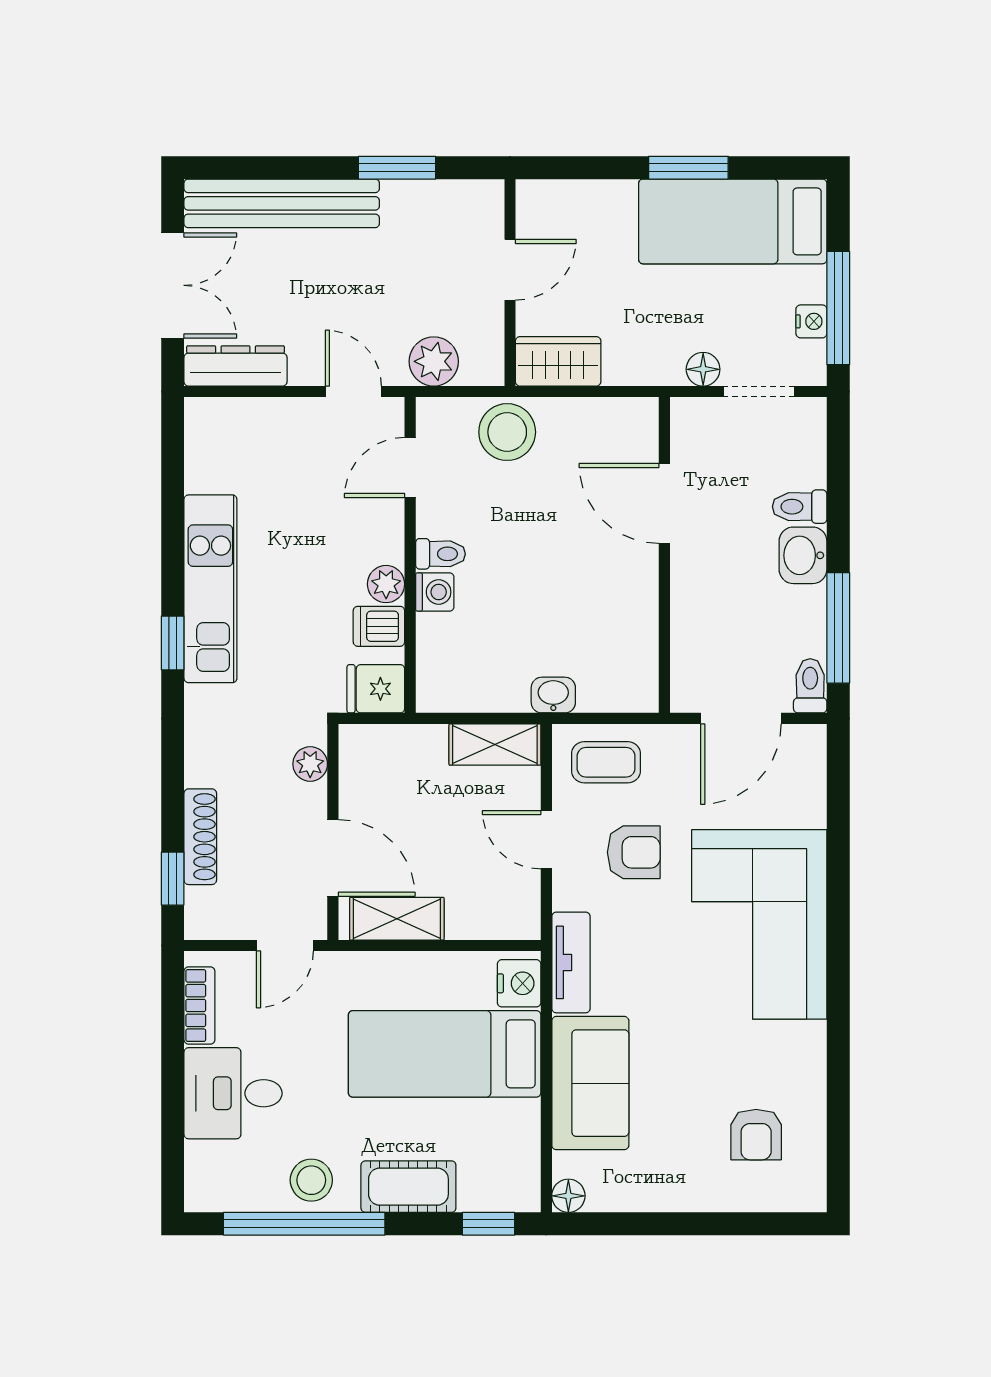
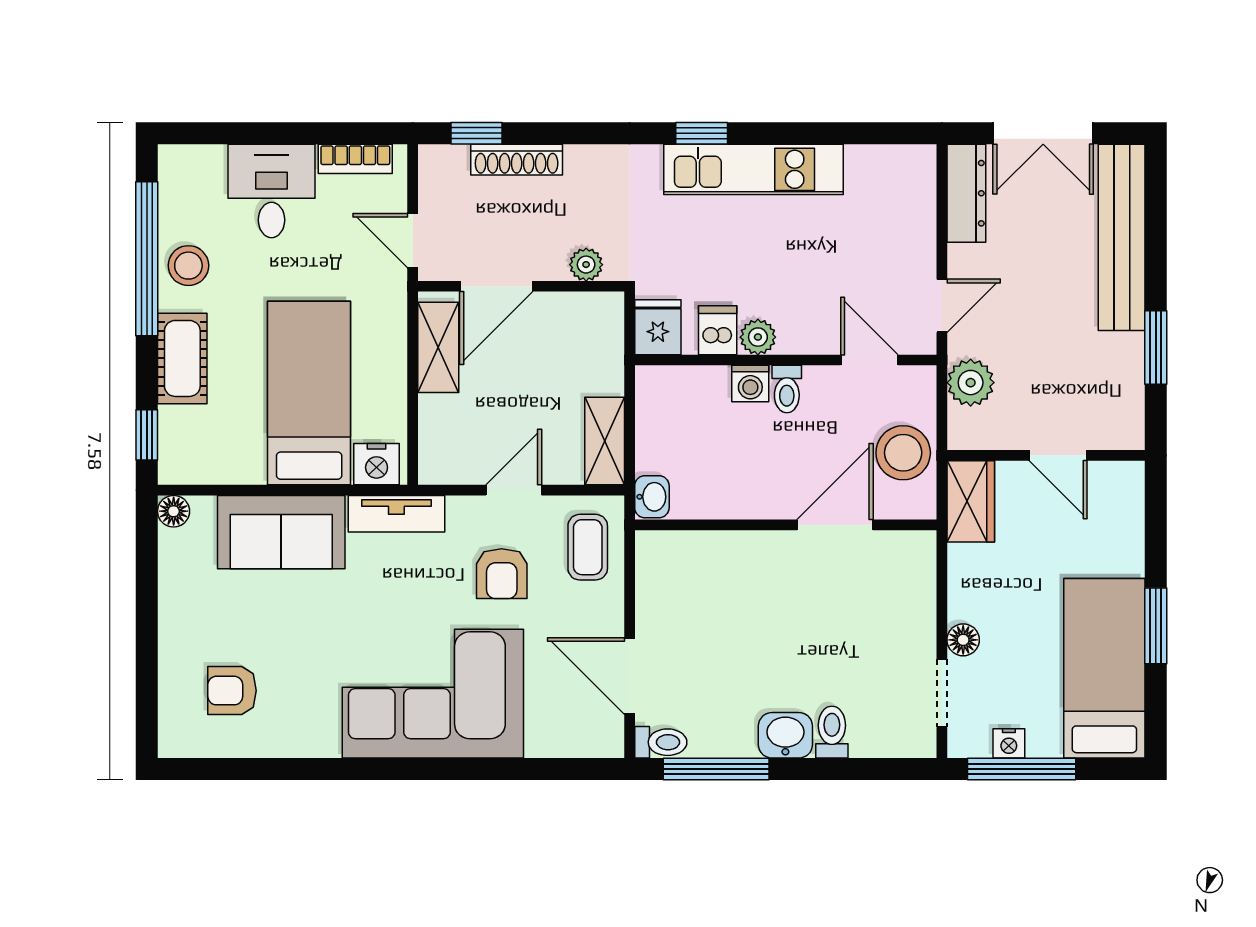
door: (664, 503) -> (835, 525), moved
wall: (664, 555) -> (786, 525), moved

